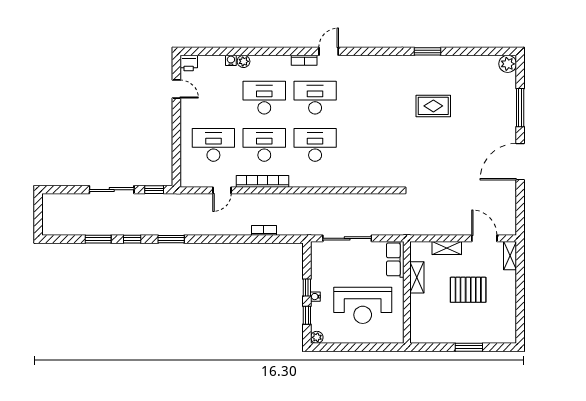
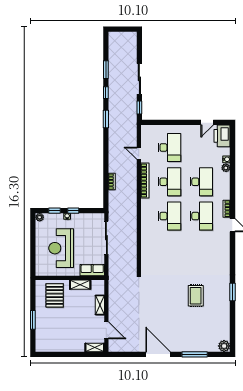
printer: (189, 63) -> (222, 136), width x1.87, depth x1.48
door: (484, 238) -> (106, 330), hinge flipped
pallet: (468, 290) -> (55, 295), moved

